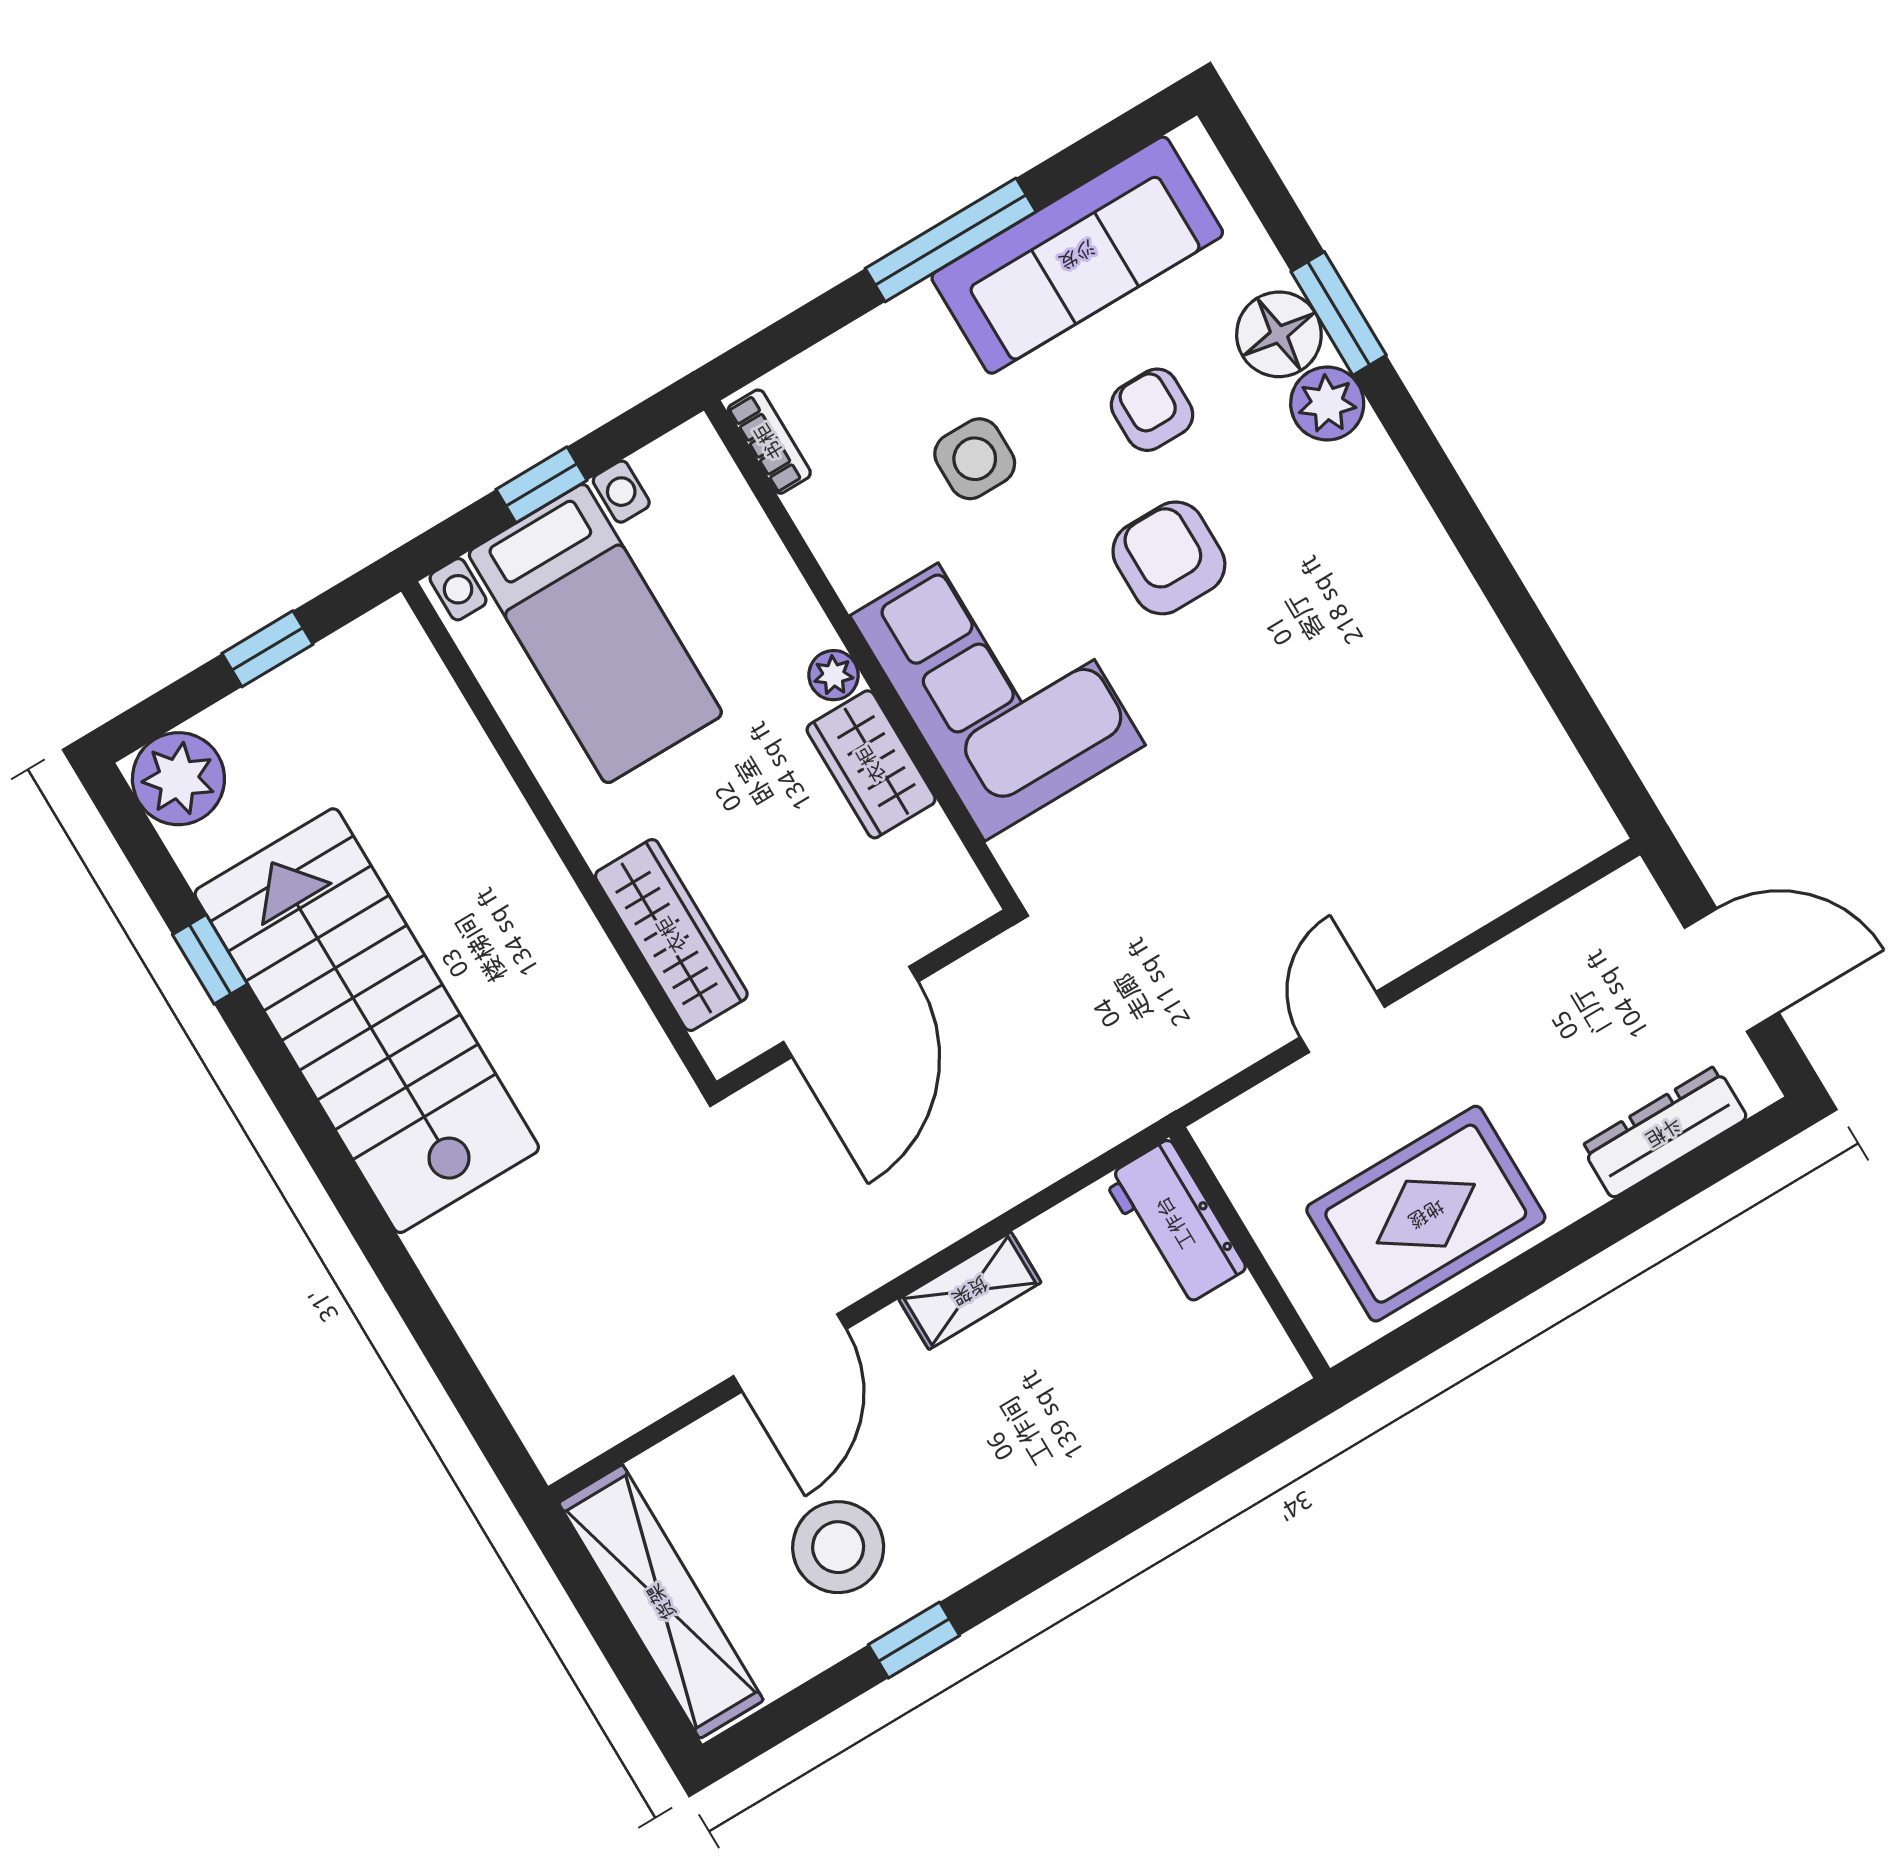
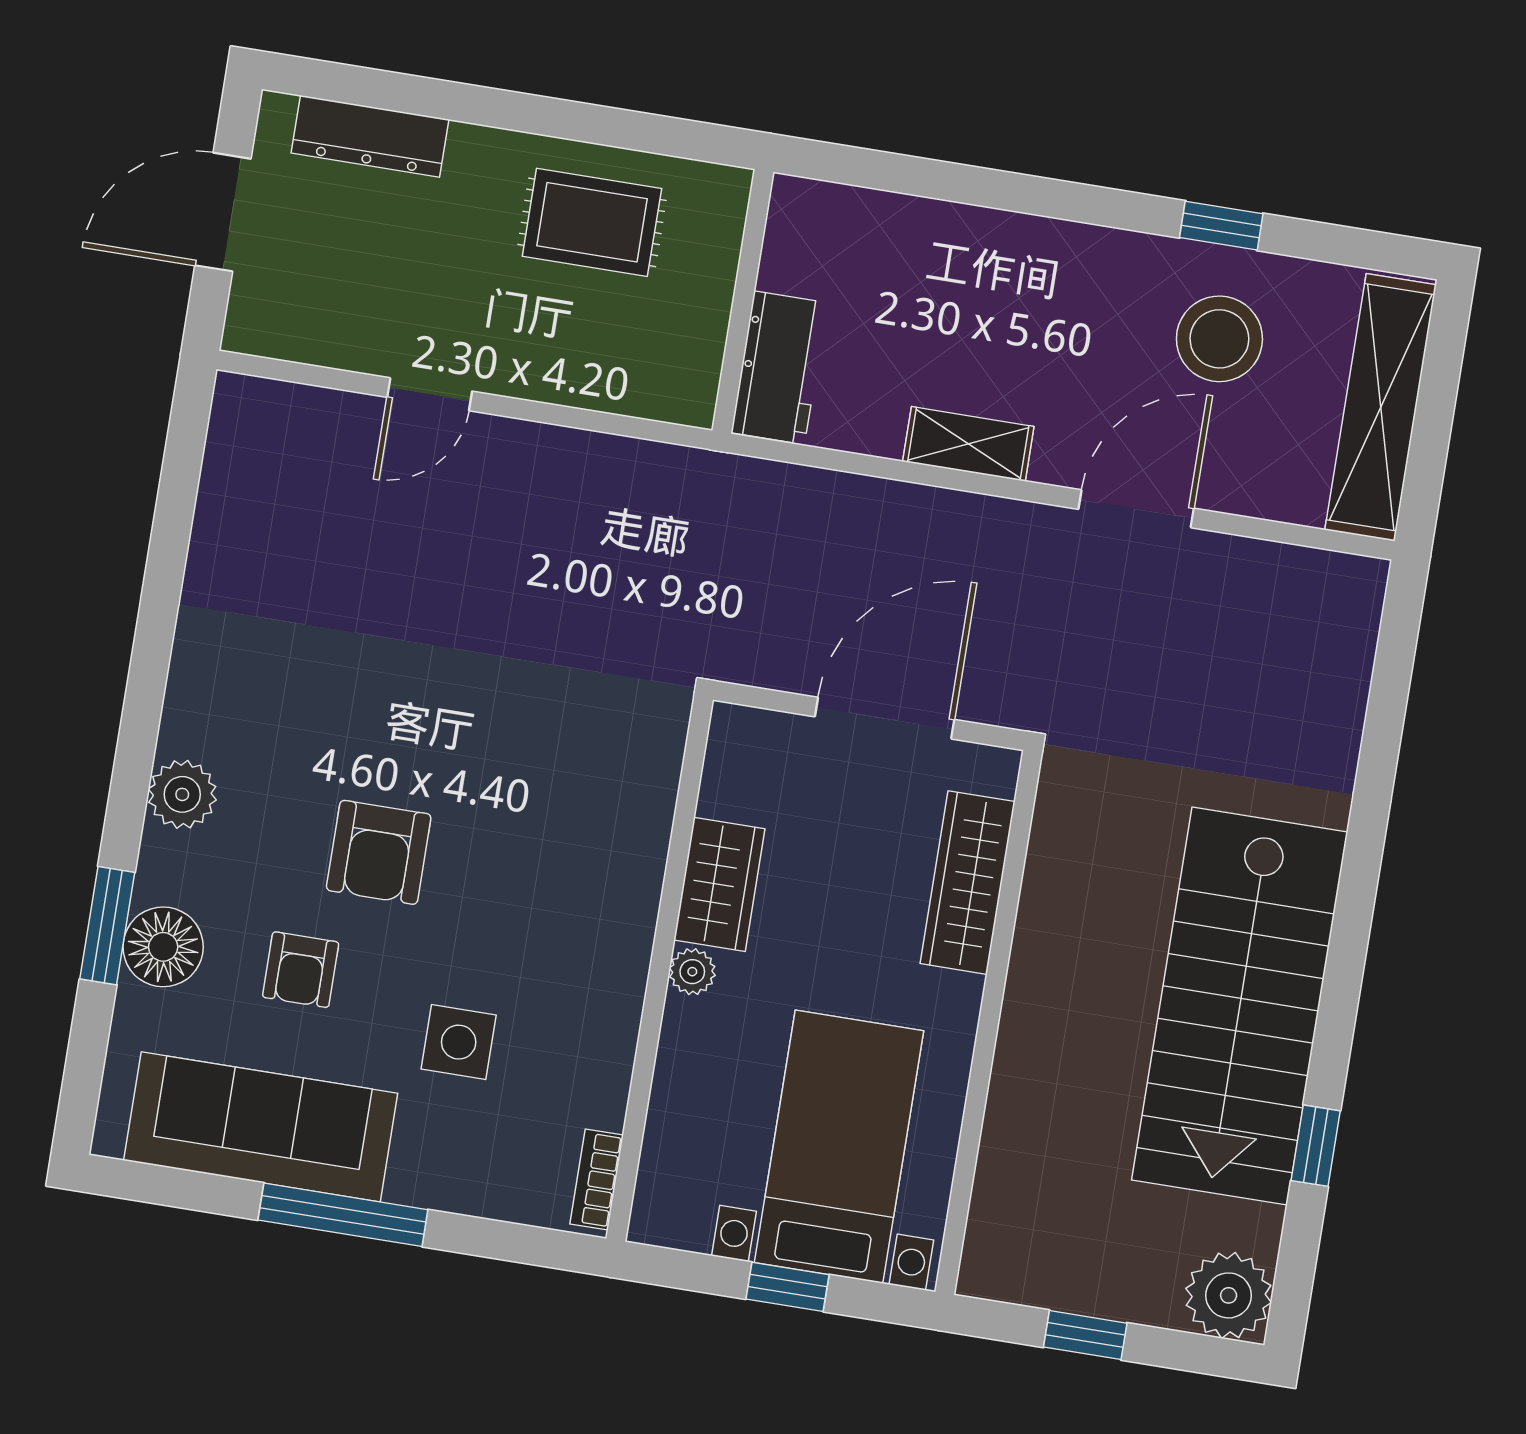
plant: (1327, 404) -> (182, 794), moved
corner sofa: (998, 680) -> (577, 868), removed
door: (1732, 970) -> (223, 212), hinge flipped
door: (1342, 1022) -> (430, 394), moved
rug: (1426, 1214) -> (592, 222), width x0.73, depth x0.70

